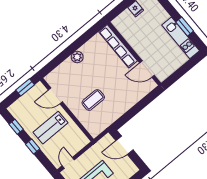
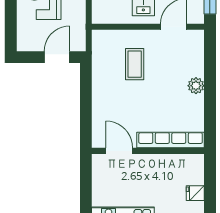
door: (147, 69) -> (119, 151), hinge flipped

